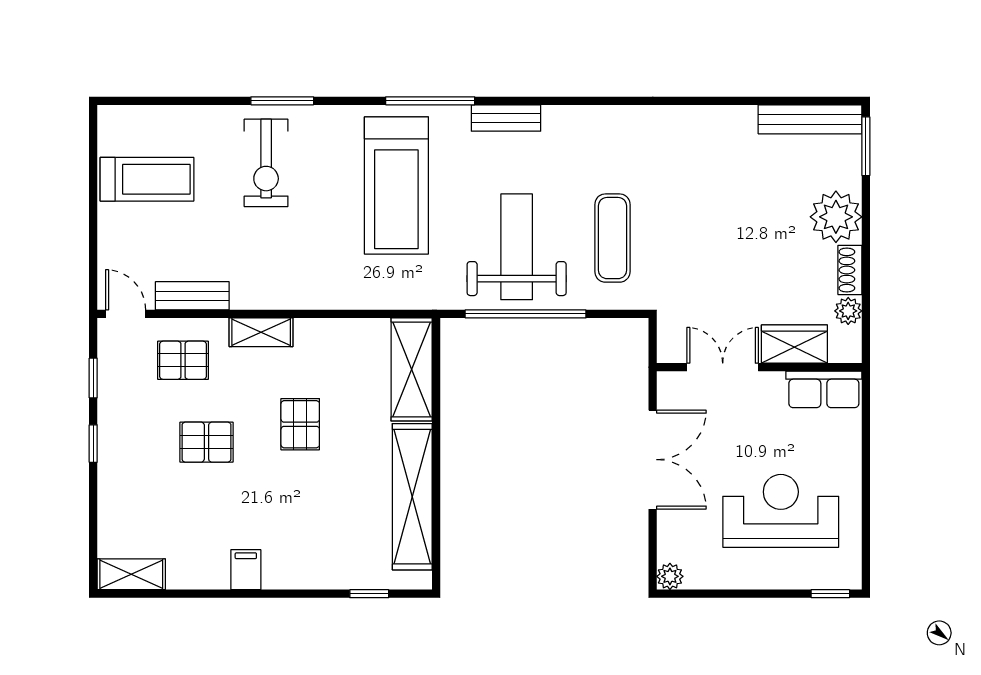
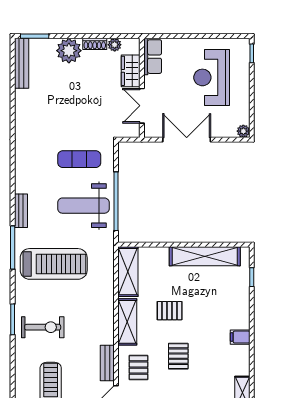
shelving: (261, 332) -> (127, 322), width x1.50, depth x1.33
shelving: (412, 369) -> (128, 272), moved, turned 90

